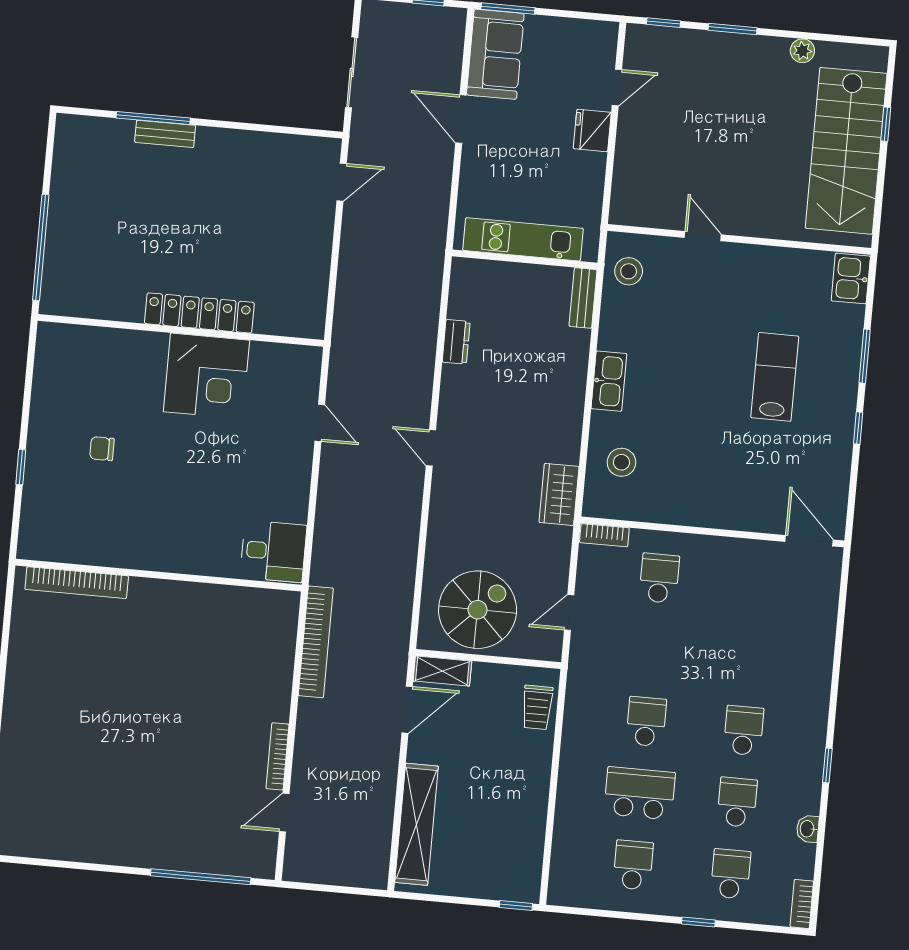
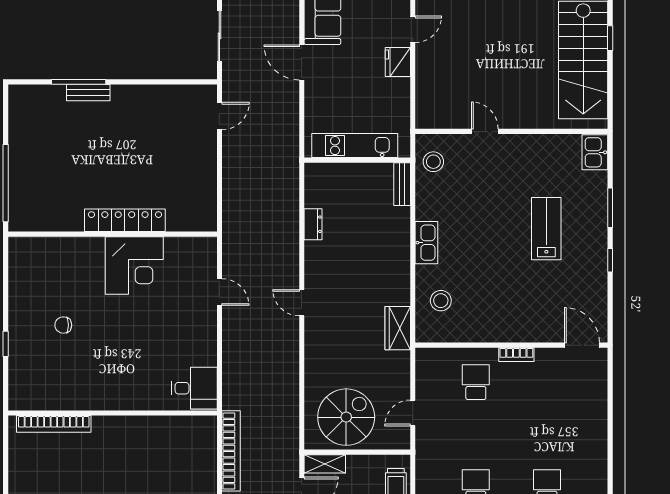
bookcase: (604, 535) -> (516, 355), moved

